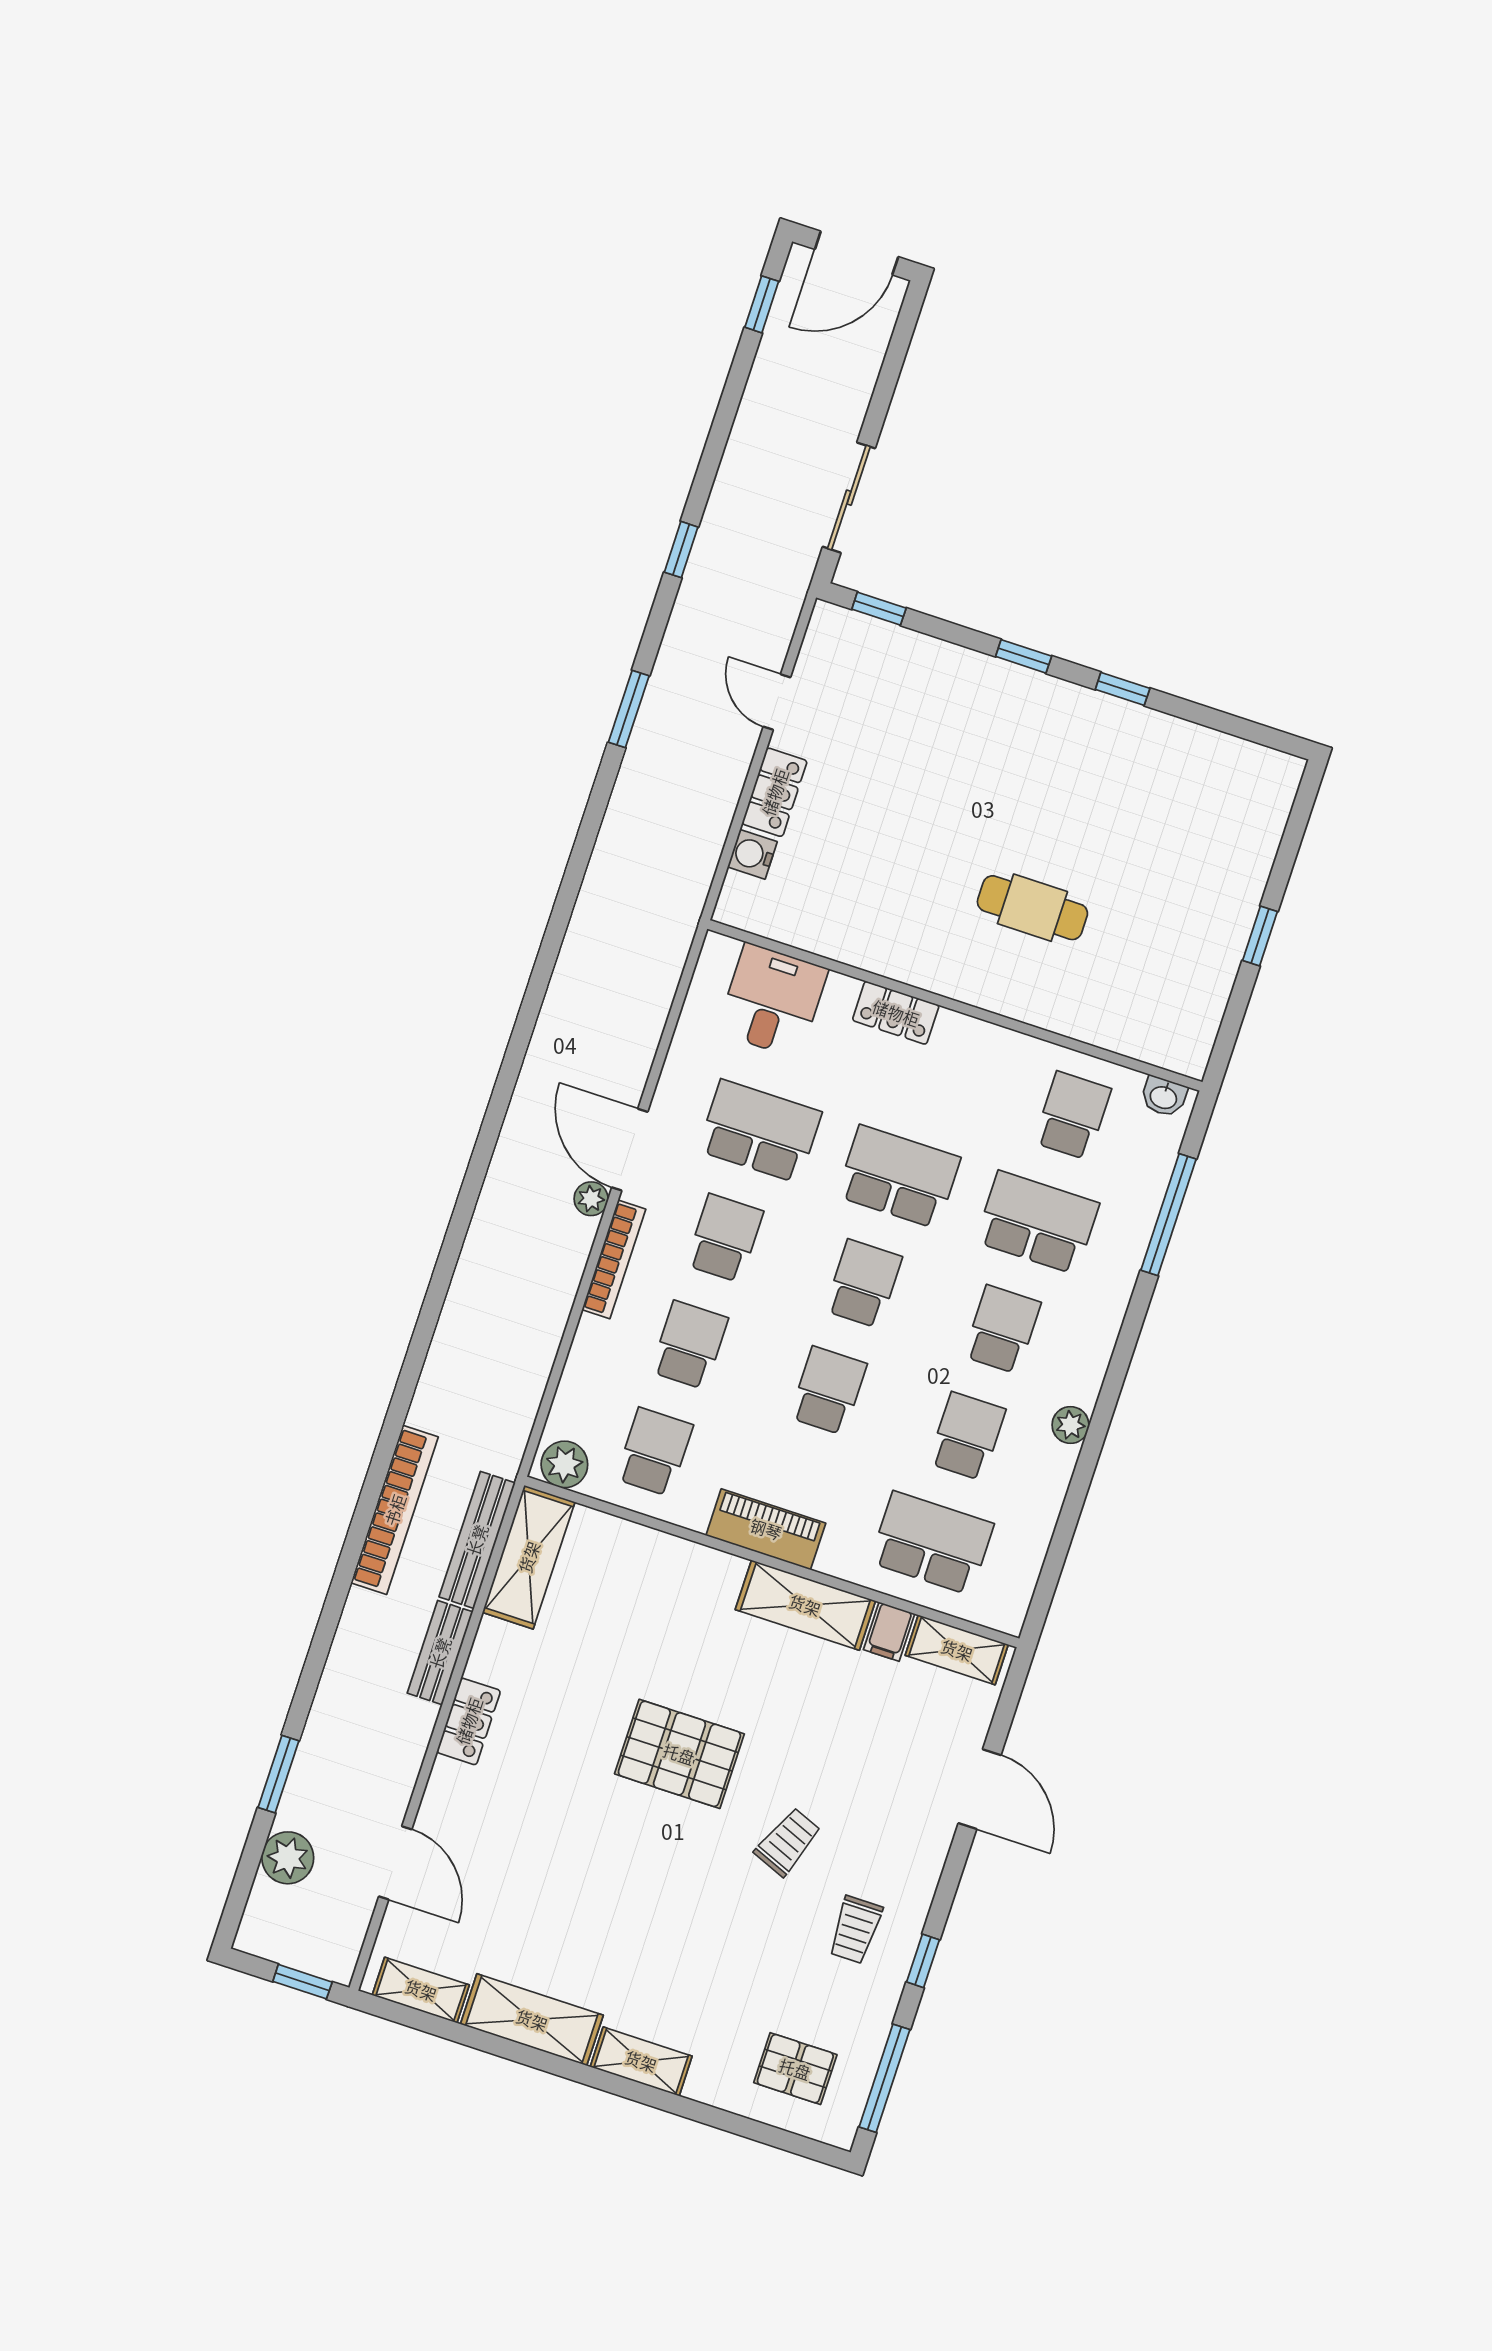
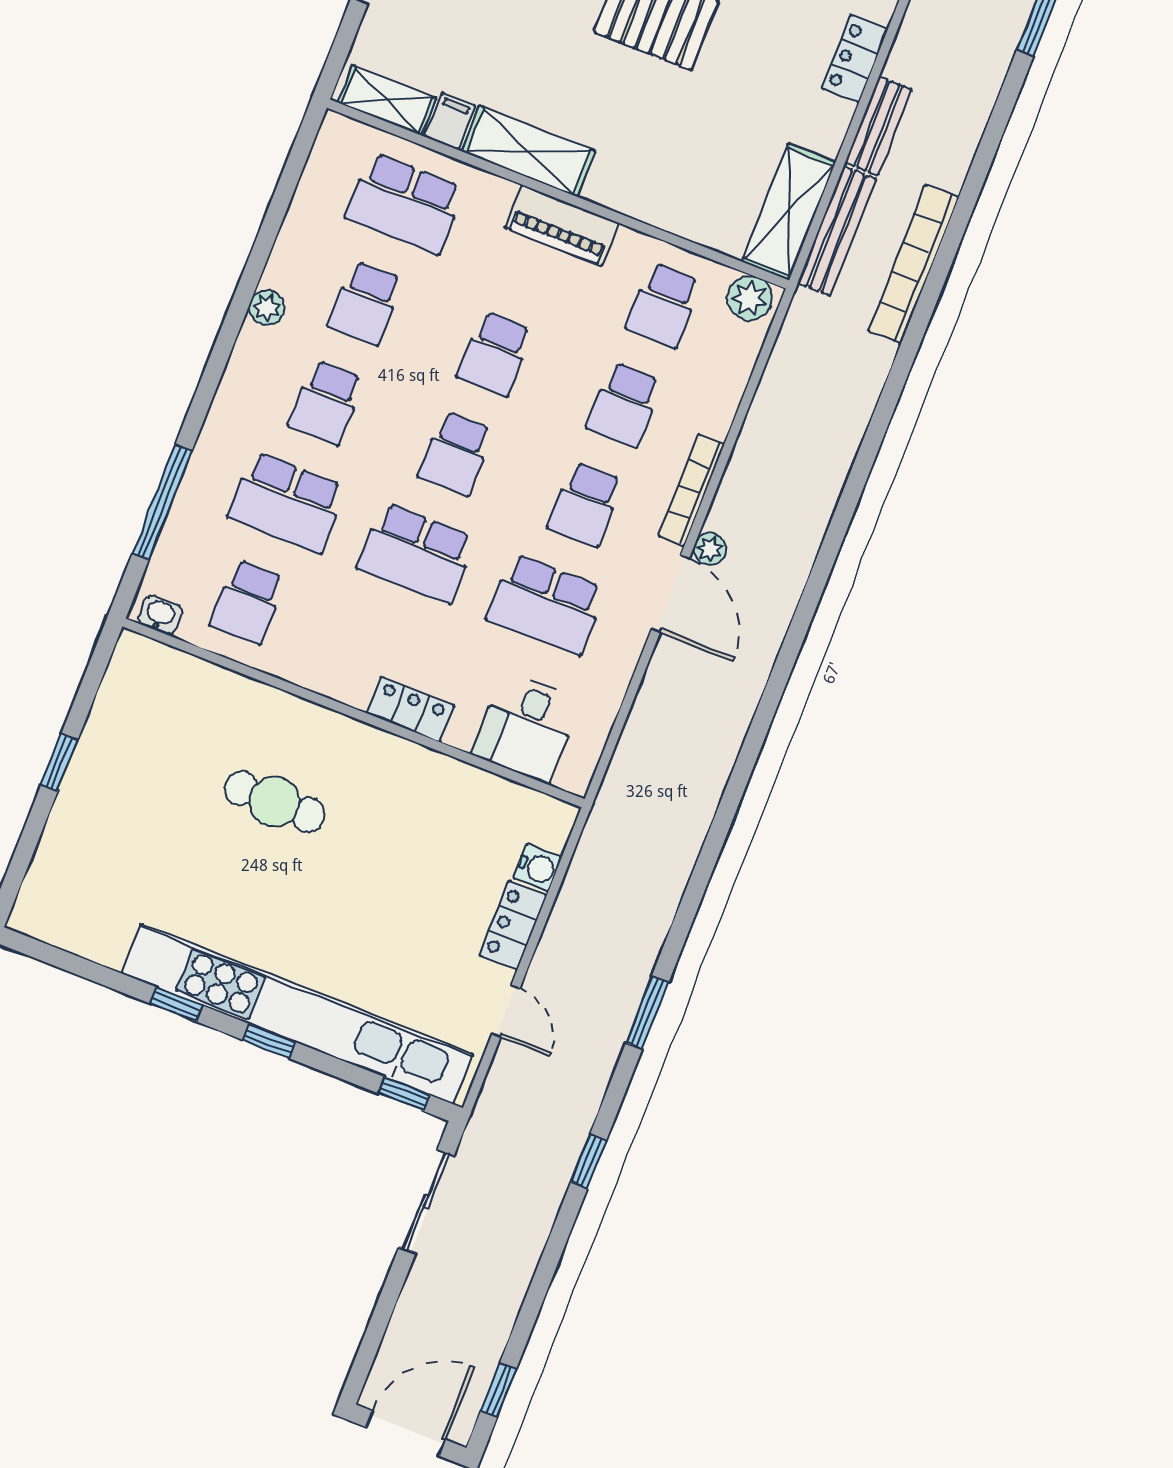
kitchen unit: (995, 686) -> (297, 1014), added

